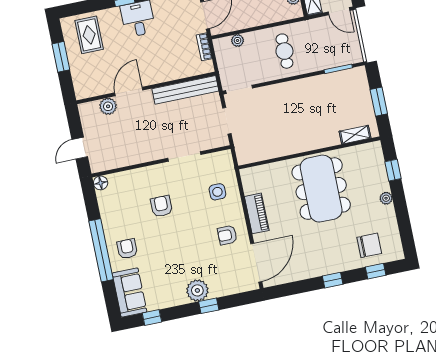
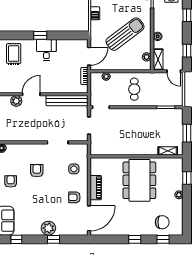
armchair: (127, 249) -> (11, 181), moved

